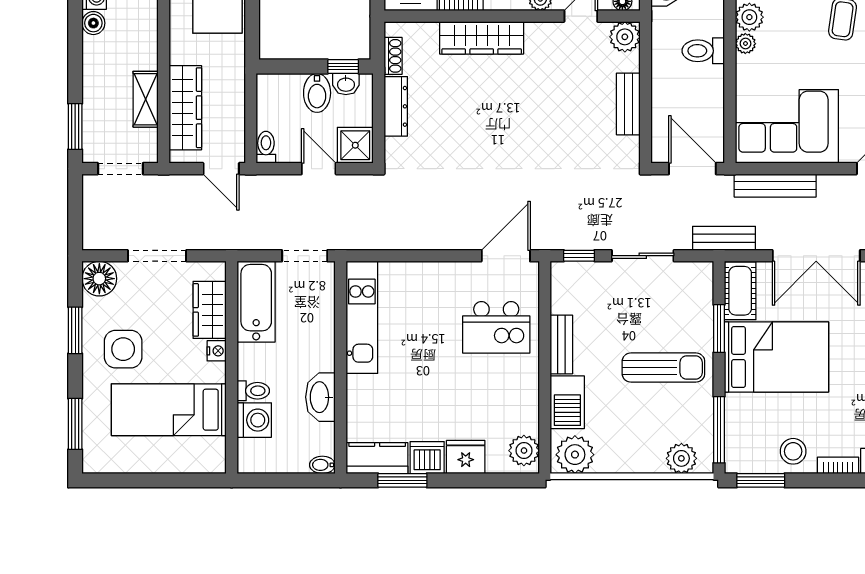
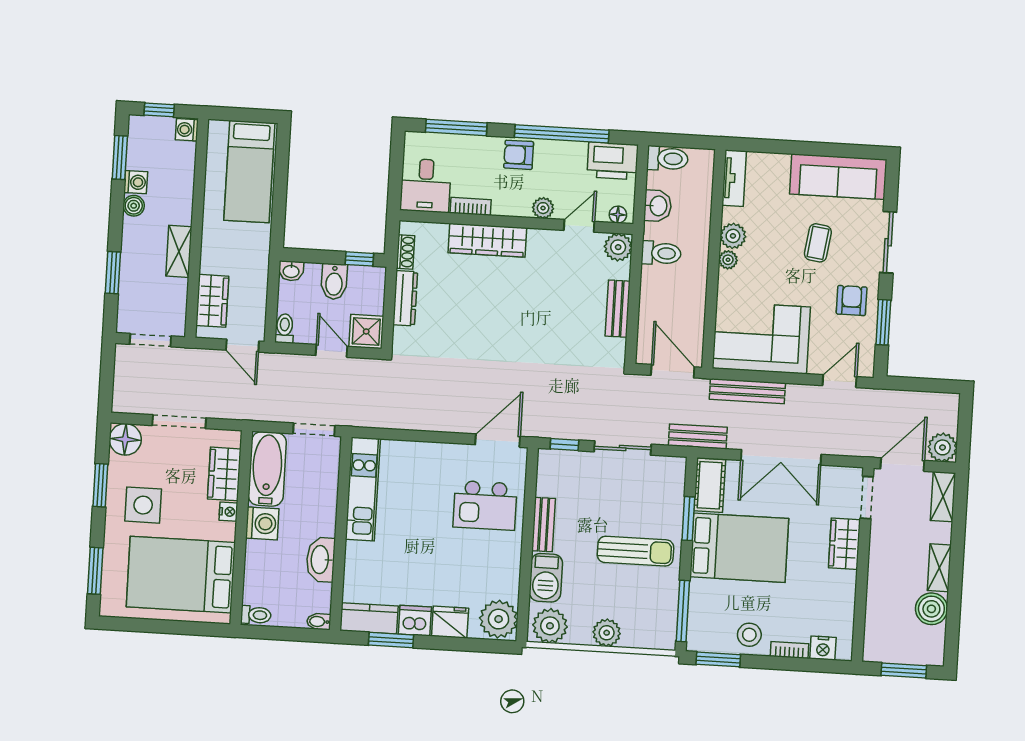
toilet: (703, 51) -> (661, 253), moved, turned 180
washbasin: (346, 84) -> (291, 271), moved
shelving: (146, 99) -> (179, 251), moved
wardrobe: (185, 108) -> (212, 301), width x0.67
window: (75, 126) -> (113, 273), moved
toilet: (253, 391) -> (256, 615), moved
bed: (169, 410) -> (181, 575), width x1.50
washing machine: (254, 420) -> (262, 523), moved
plant: (524, 451) -> (499, 619), width x1.36, depth x1.36
plant: (681, 458) -> (607, 633), moved

